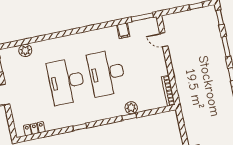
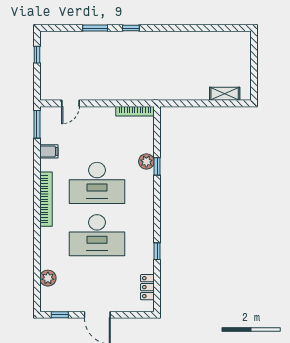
window: (220, 17) -> (57, 28), removed
bookcase: (86, 36) -> (46, 199), added
window: (80, 127) -> (157, 251), moved

